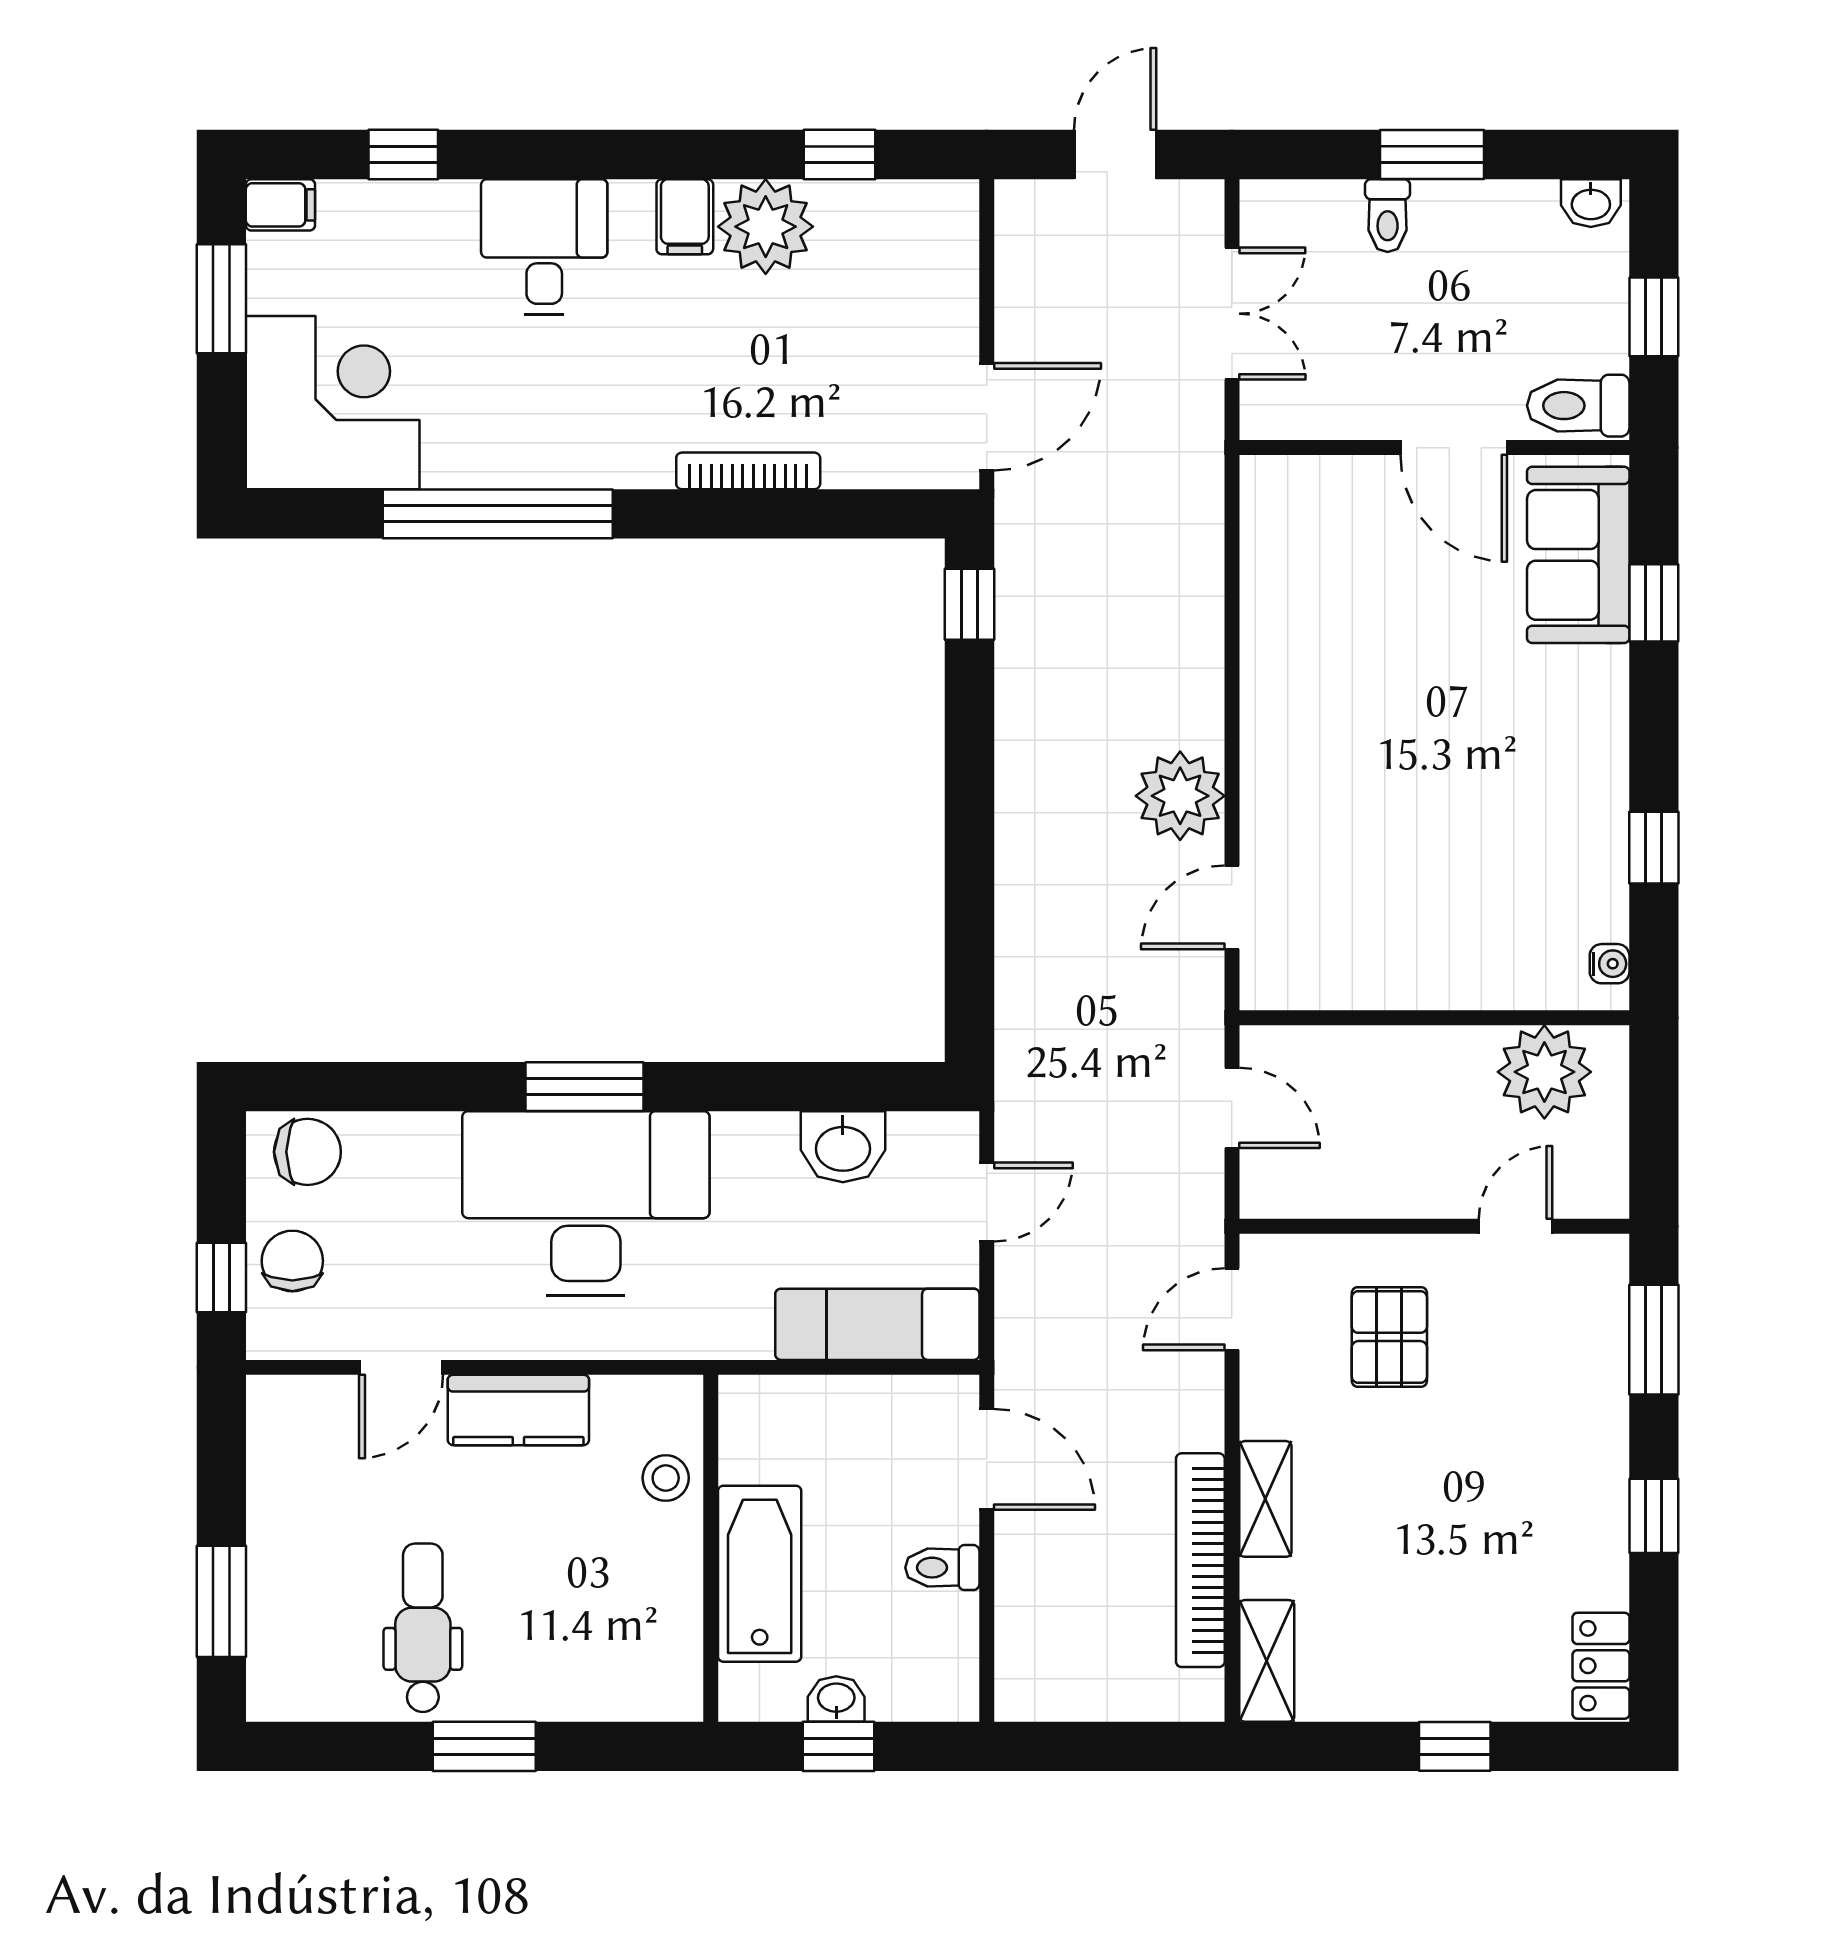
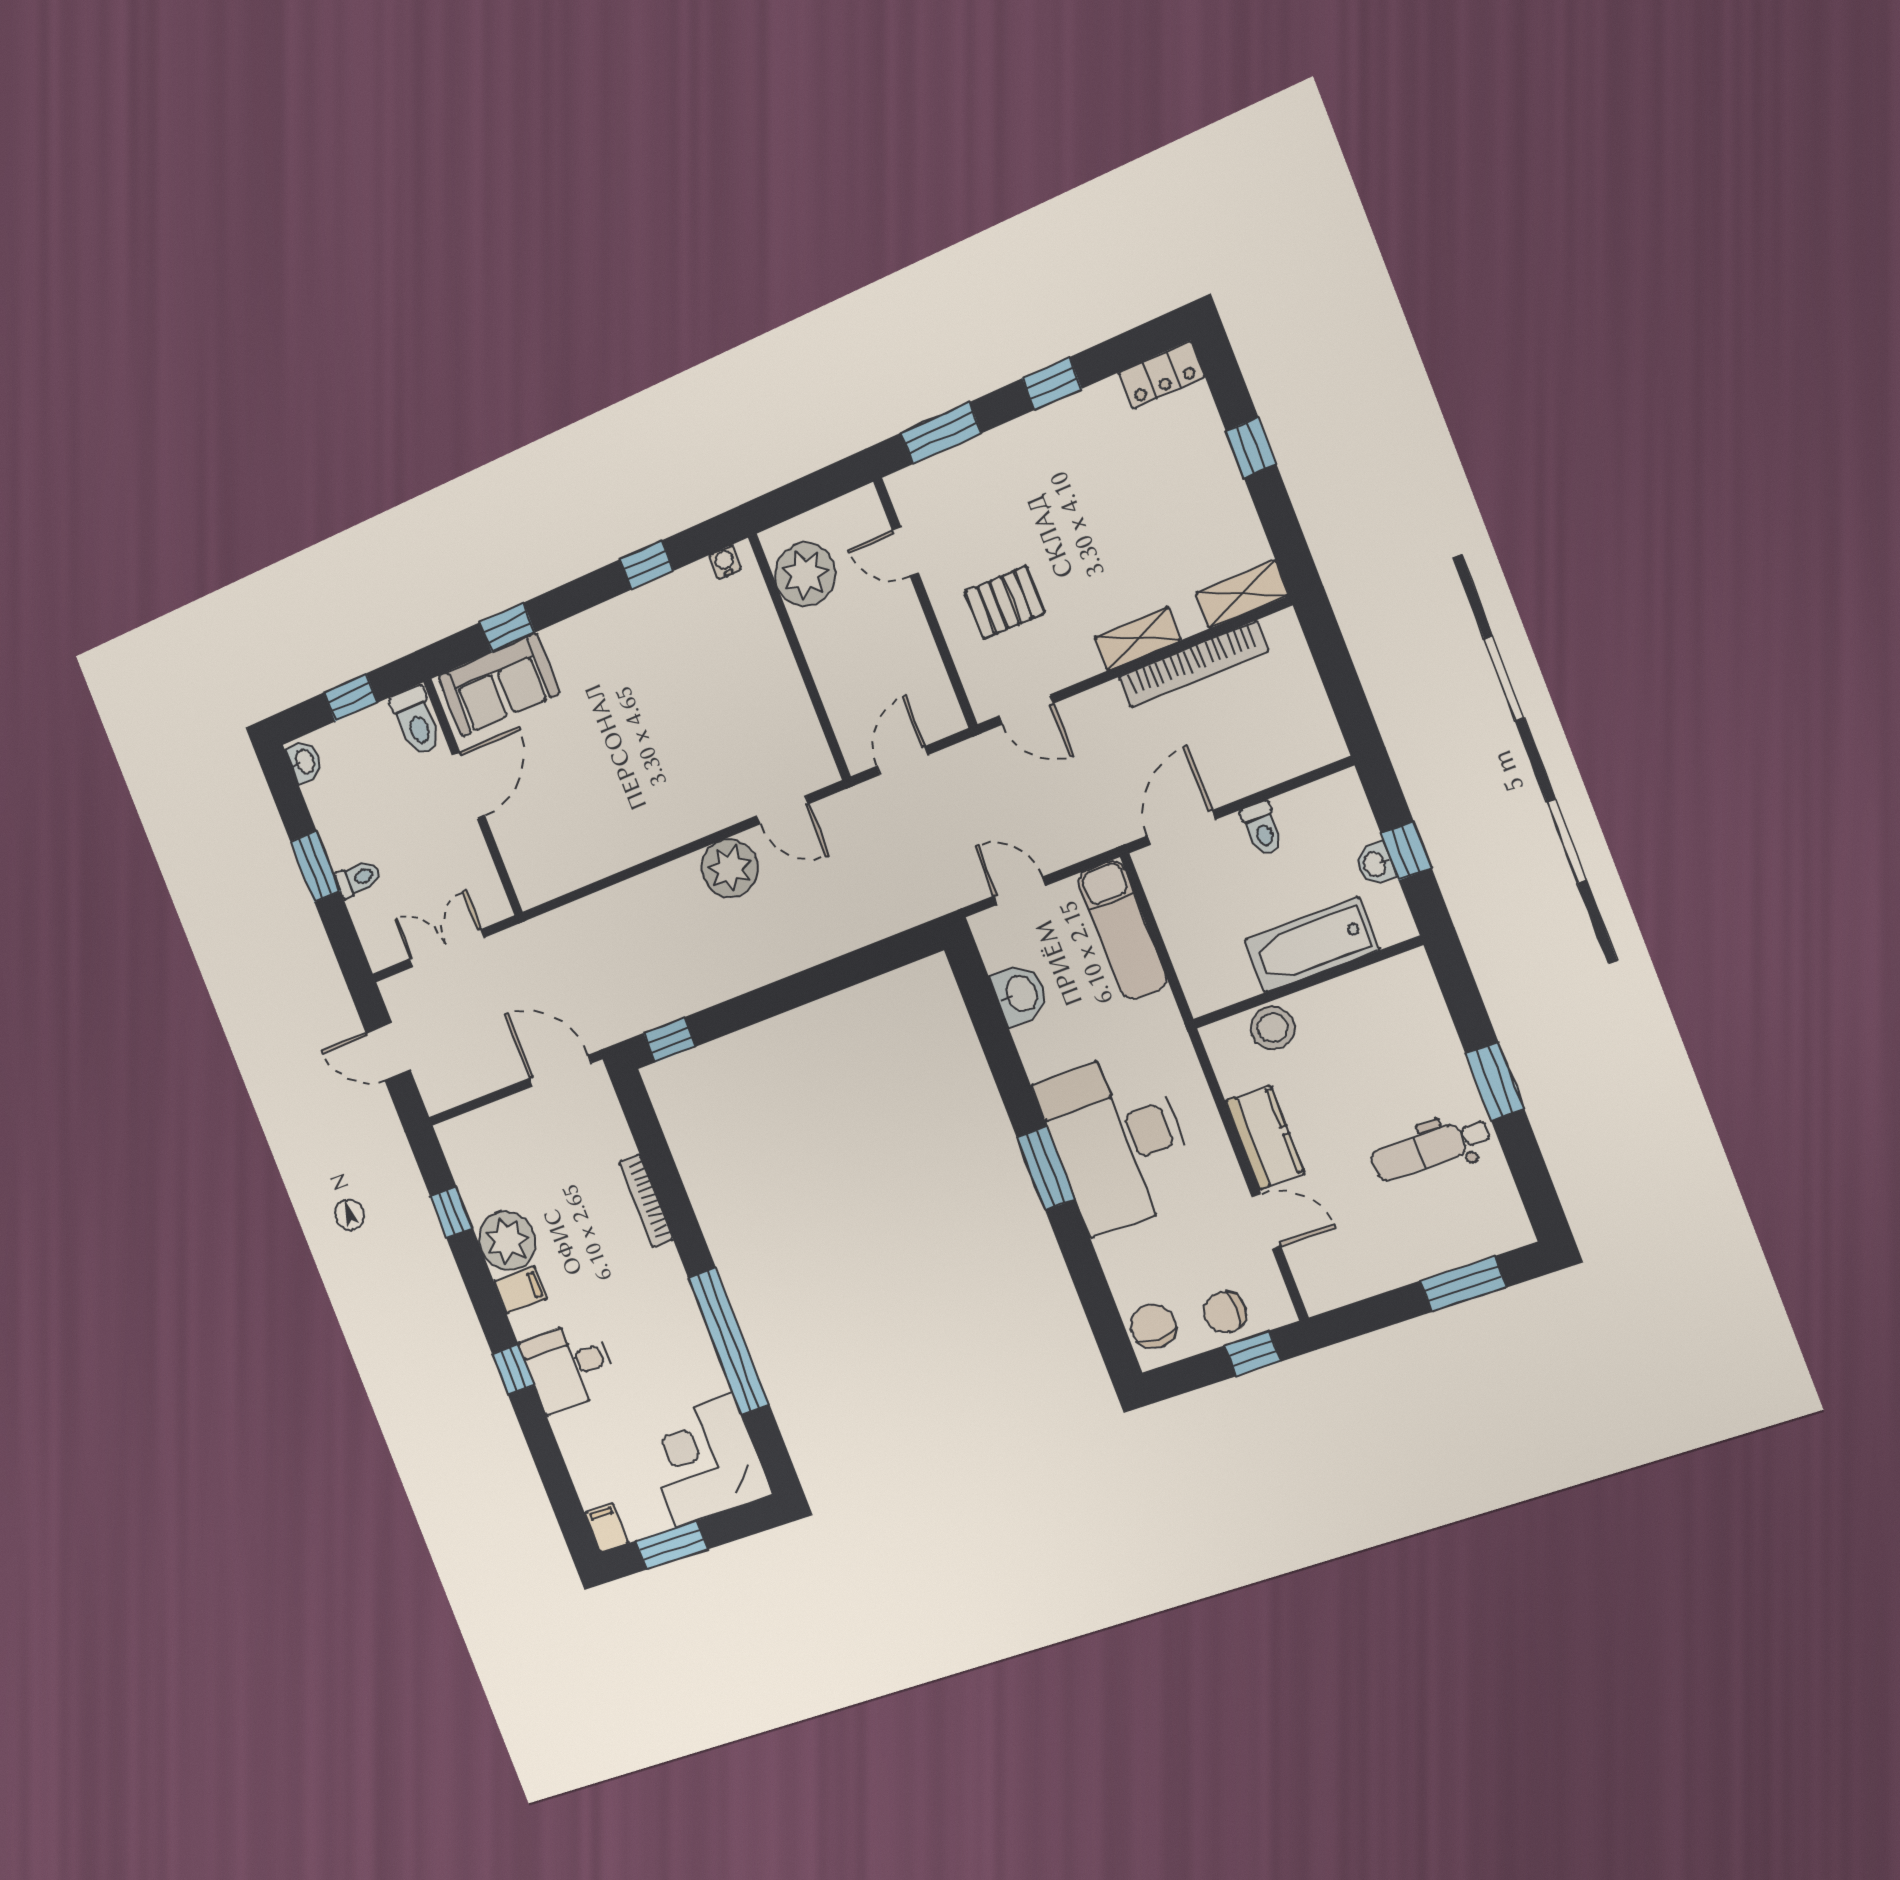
window: (403, 154) -> (513, 1370), moved
stool: (666, 1478) -> (1273, 1028), width x1.37, depth x1.37

